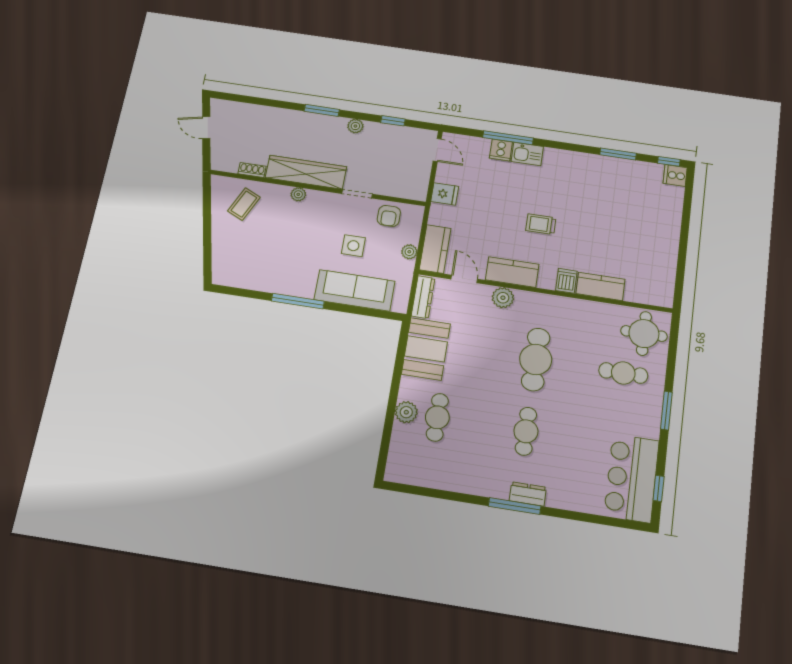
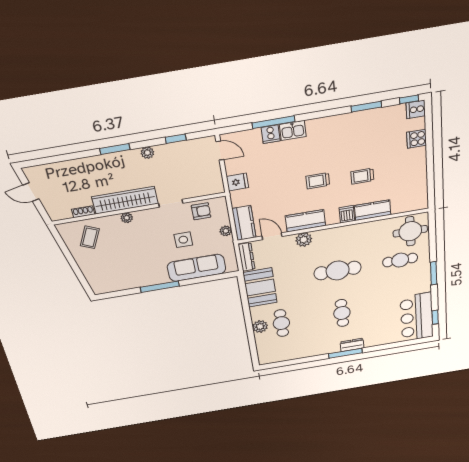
cooker: (671, 211) -> (417, 139), added
armchair: (389, 216) -> (201, 211), turned -90
trolley: (596, 236) -> (362, 176), added
cafe table: (536, 359) -> (338, 271), turned 90

